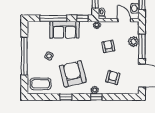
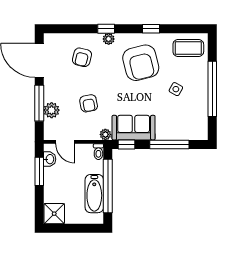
sofa: (64, 30) -> (134, 128), moved

